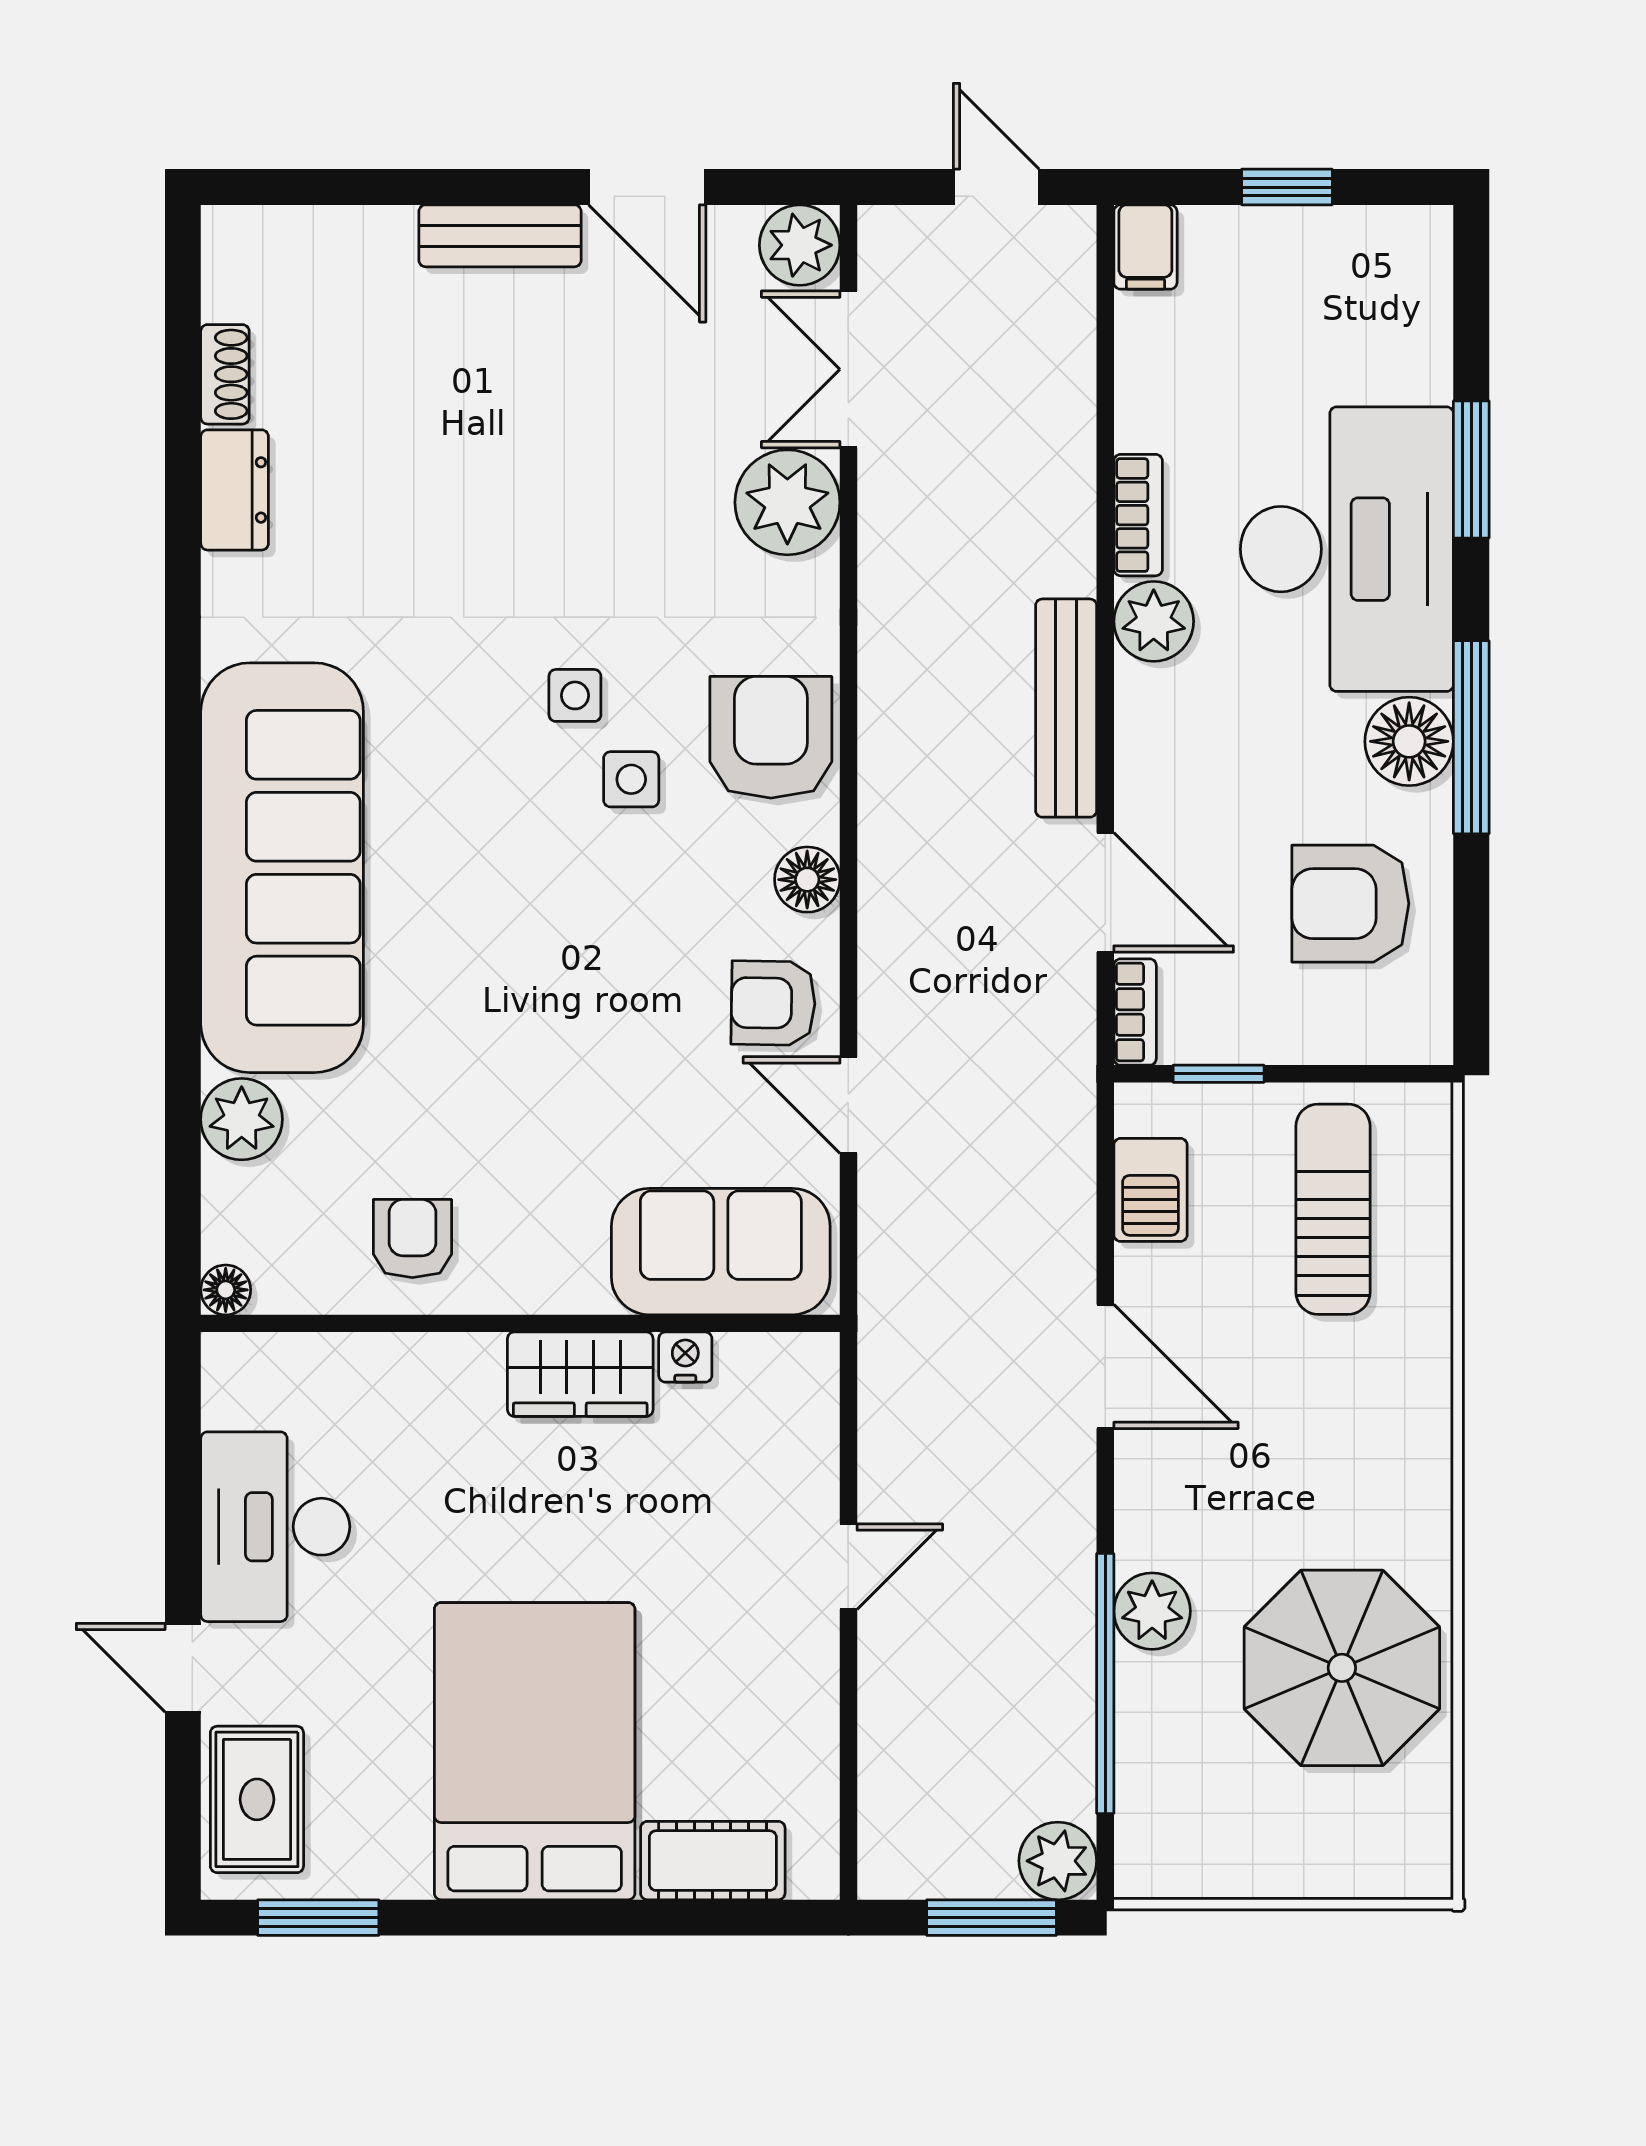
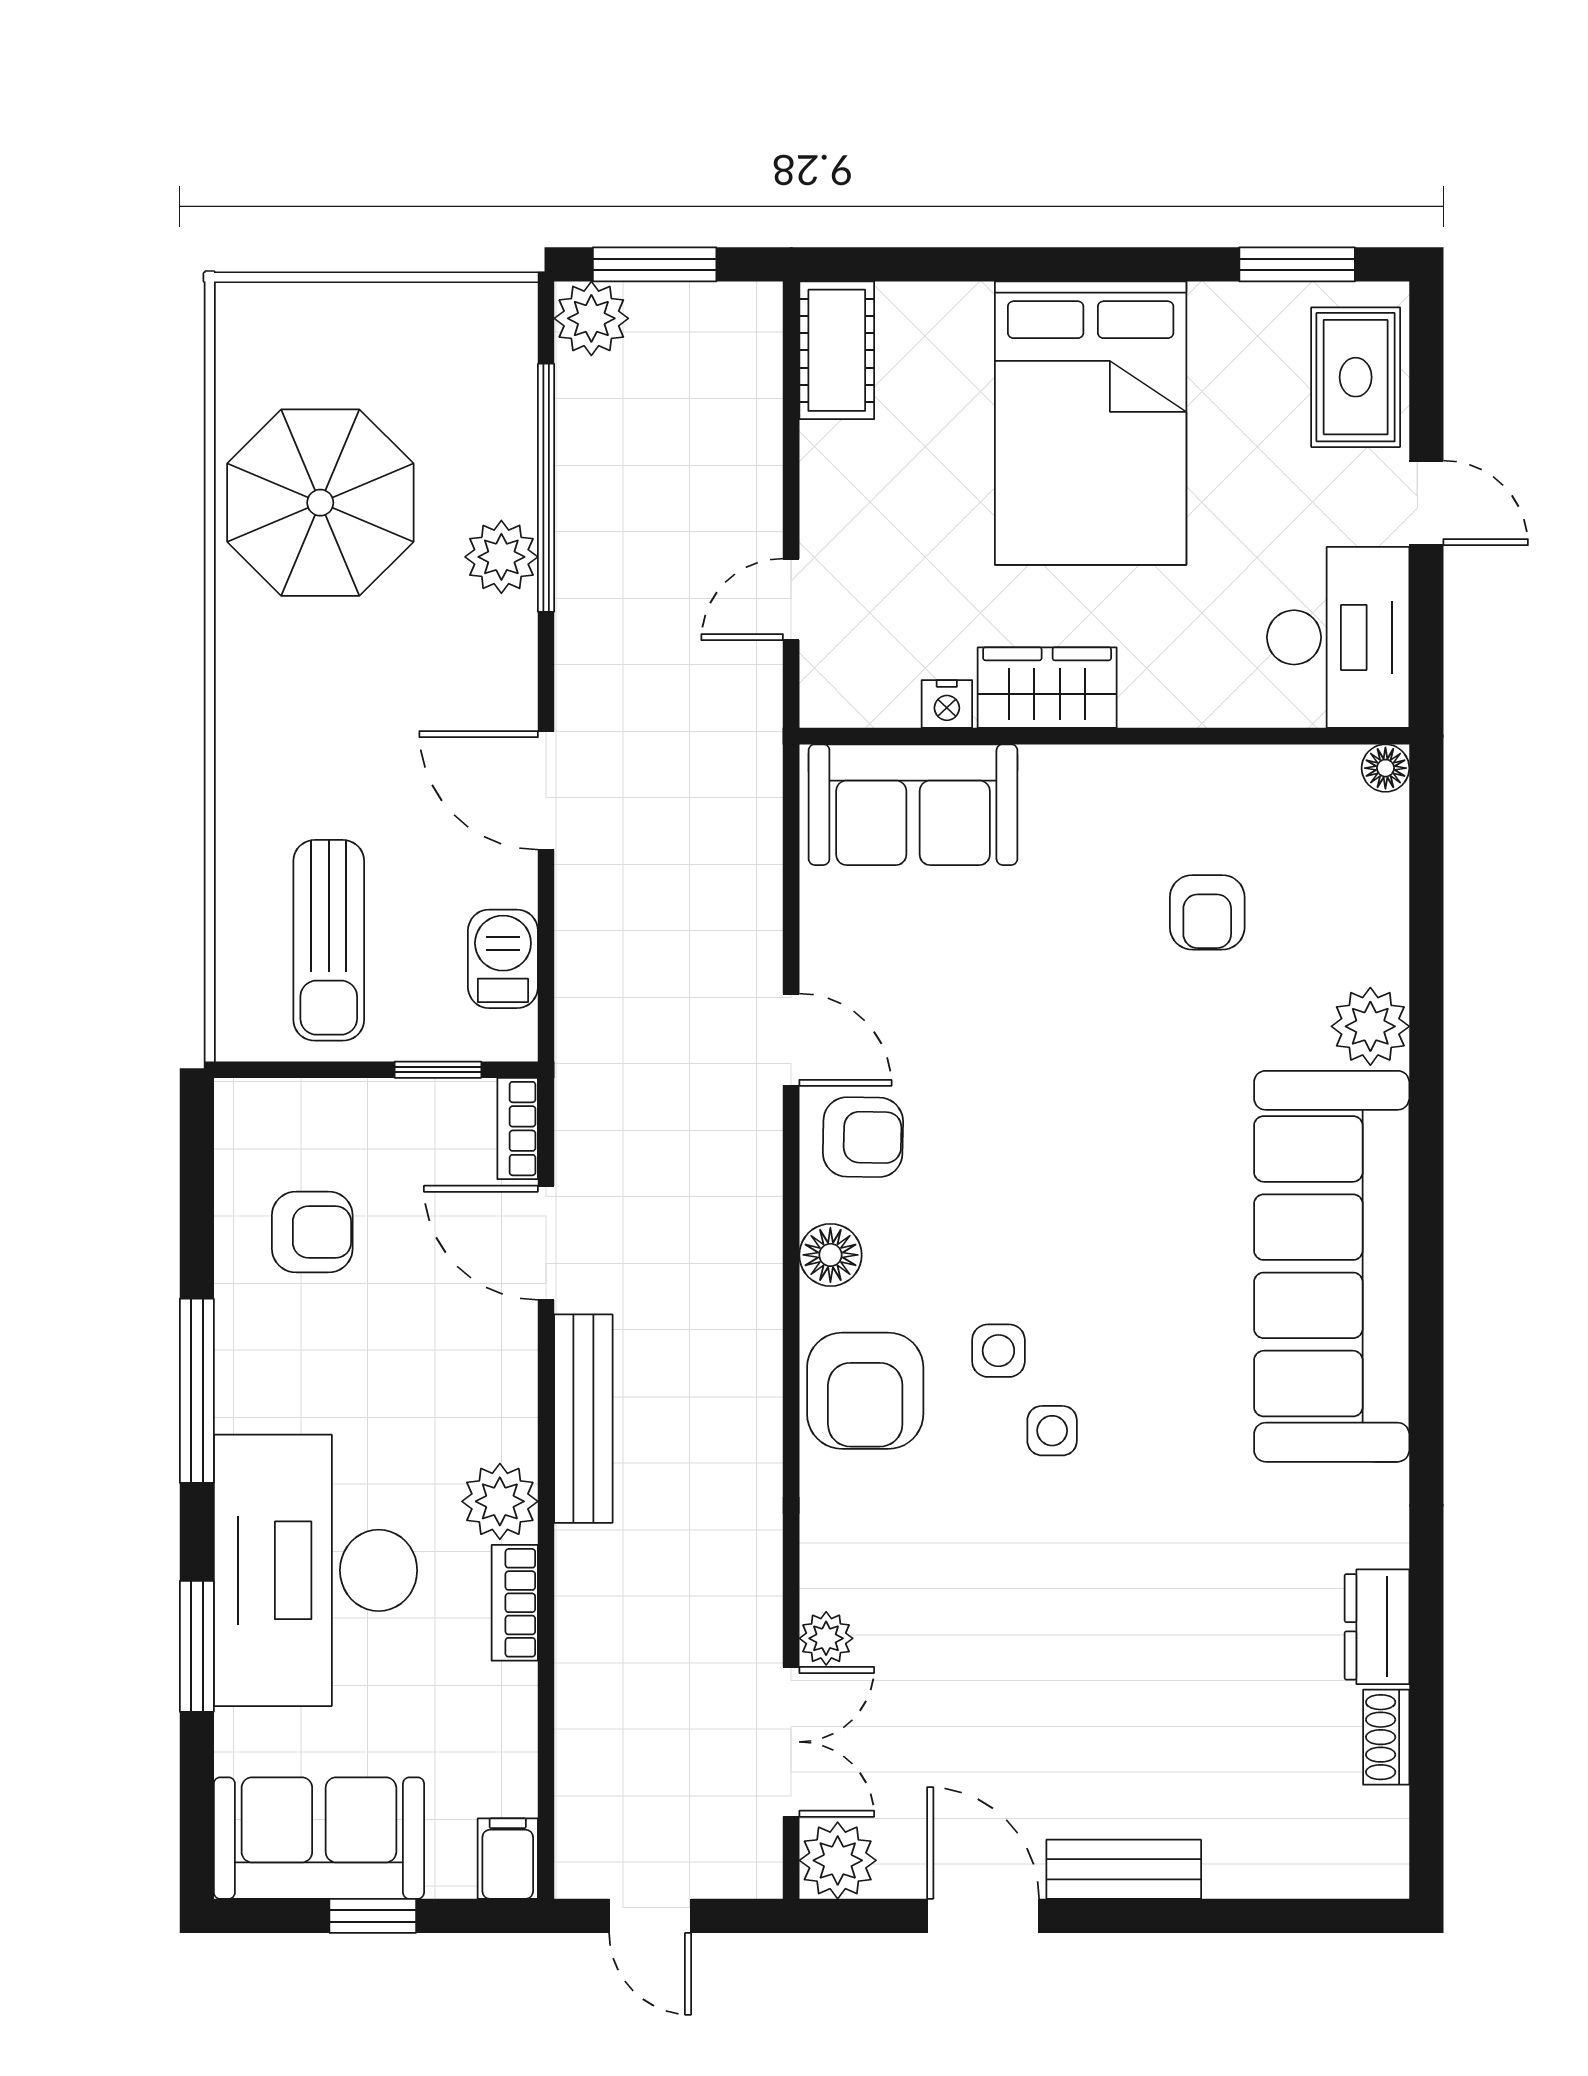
sofa: (1343, 269) -> (319, 1838), added
plant: (787, 502) -> (826, 1638), width x0.53, depth x0.53
floor lamp: (1409, 741) -> (256, 1387), removed
armchair: (1350, 904) -> (312, 1232), width x0.72, depth x0.72
sofa: (721, 1252) -> (913, 805), moved
floor lamp: (226, 1290) -> (1385, 768), moved
wall: (520, 1323) -> (1104, 736), moved
nightstand: (685, 1357) -> (947, 704), moved
wardrobe: (580, 1374) -> (1047, 688), moved
cot: (713, 1861) -> (837, 350), moved, turned 90

